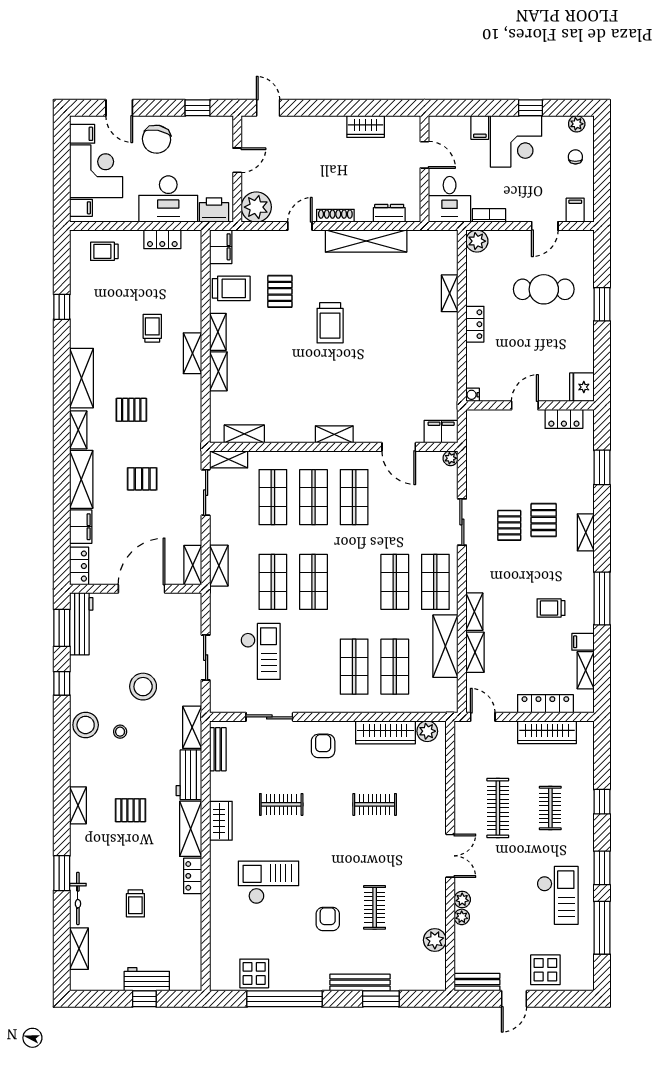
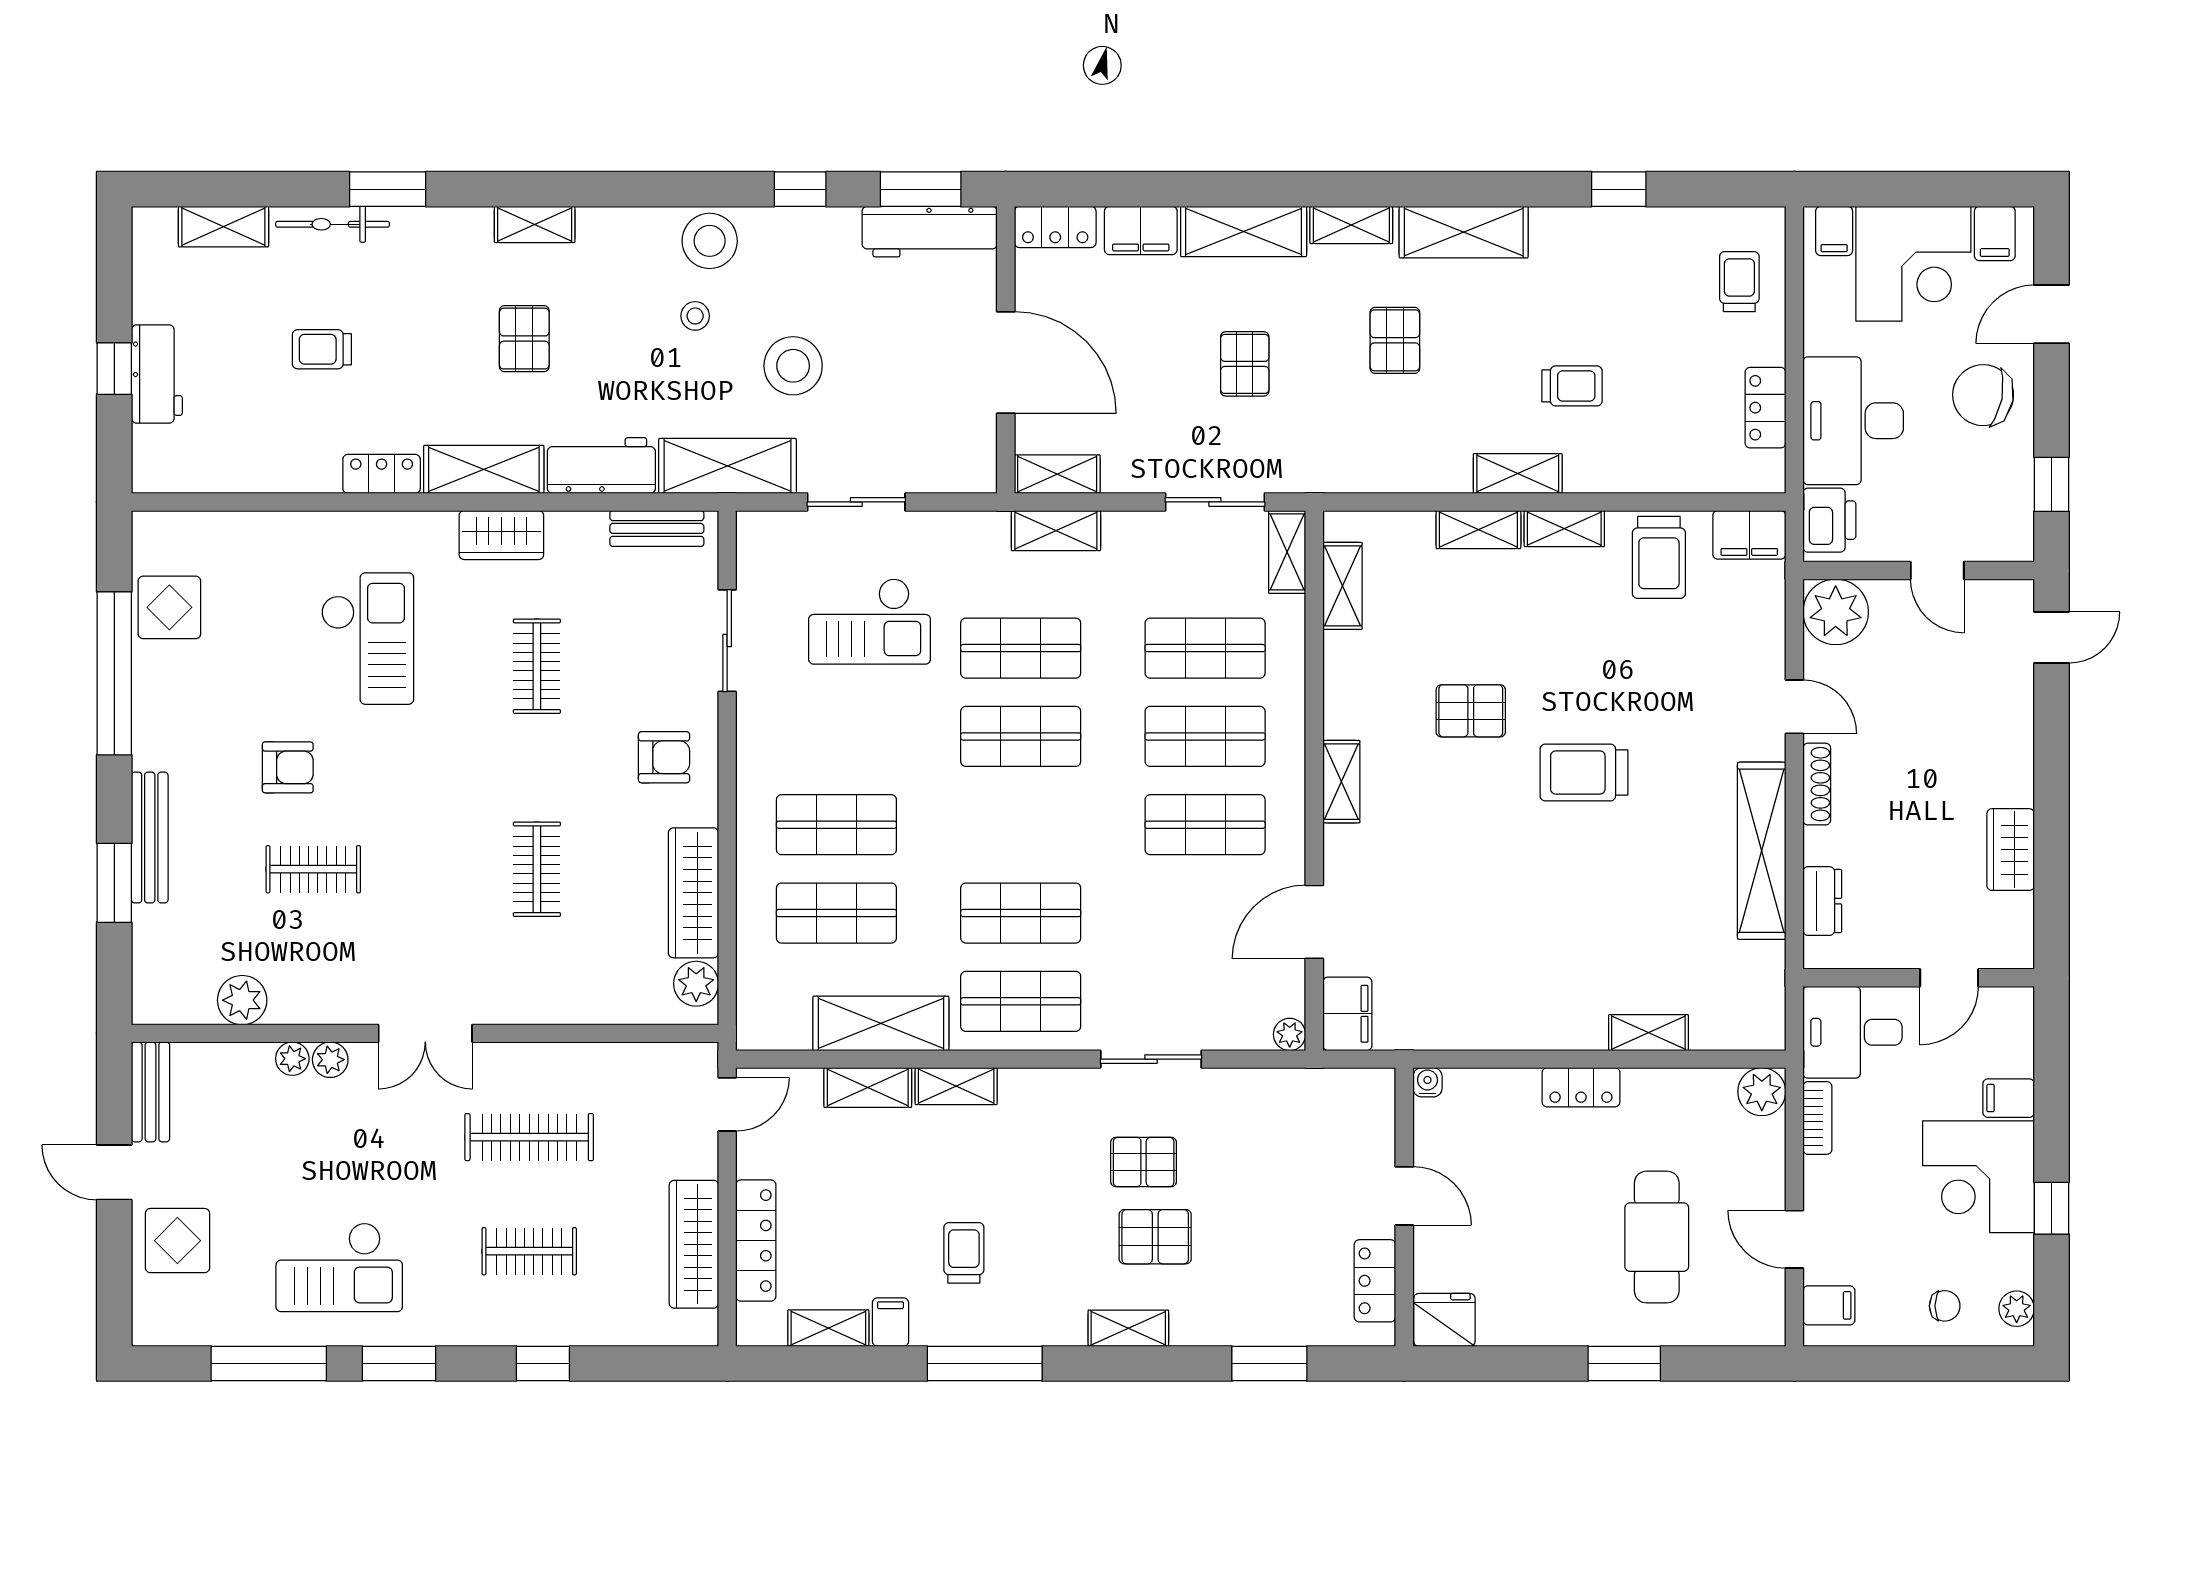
pallet: (280, 291) -> (1471, 711), moved
shelving: (192, 727) -> (727, 466), width x1.50, depth x1.33

